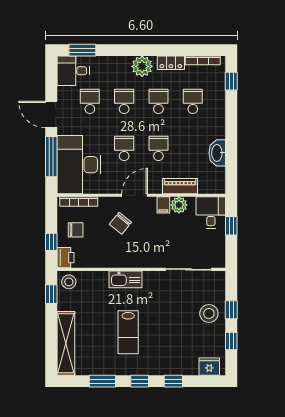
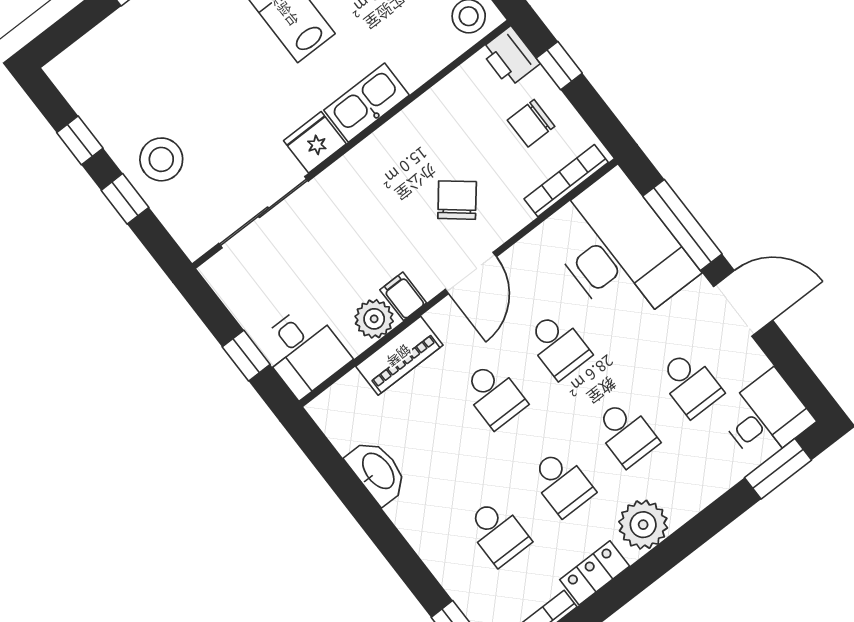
fridge: (209, 367) -> (315, 142), moved, turned 180

